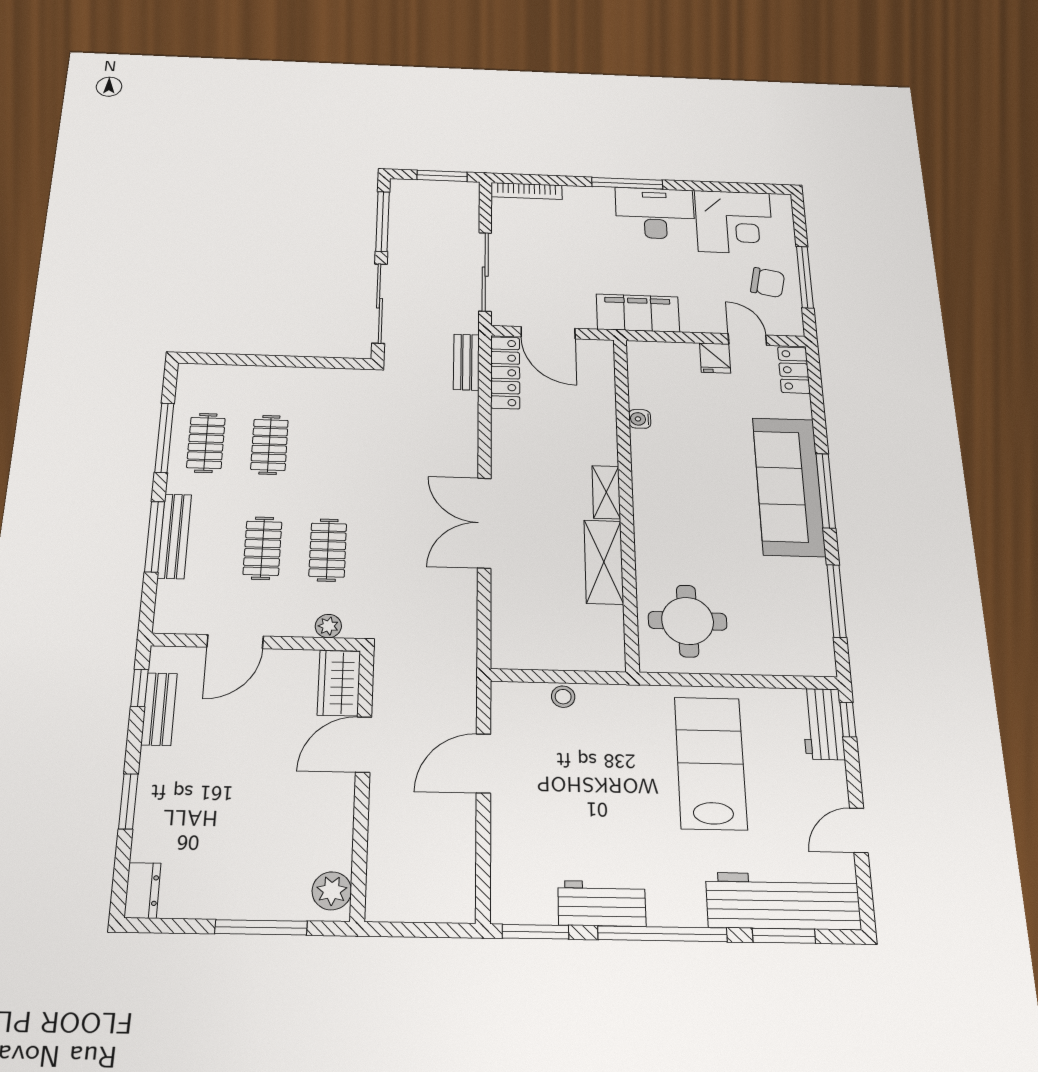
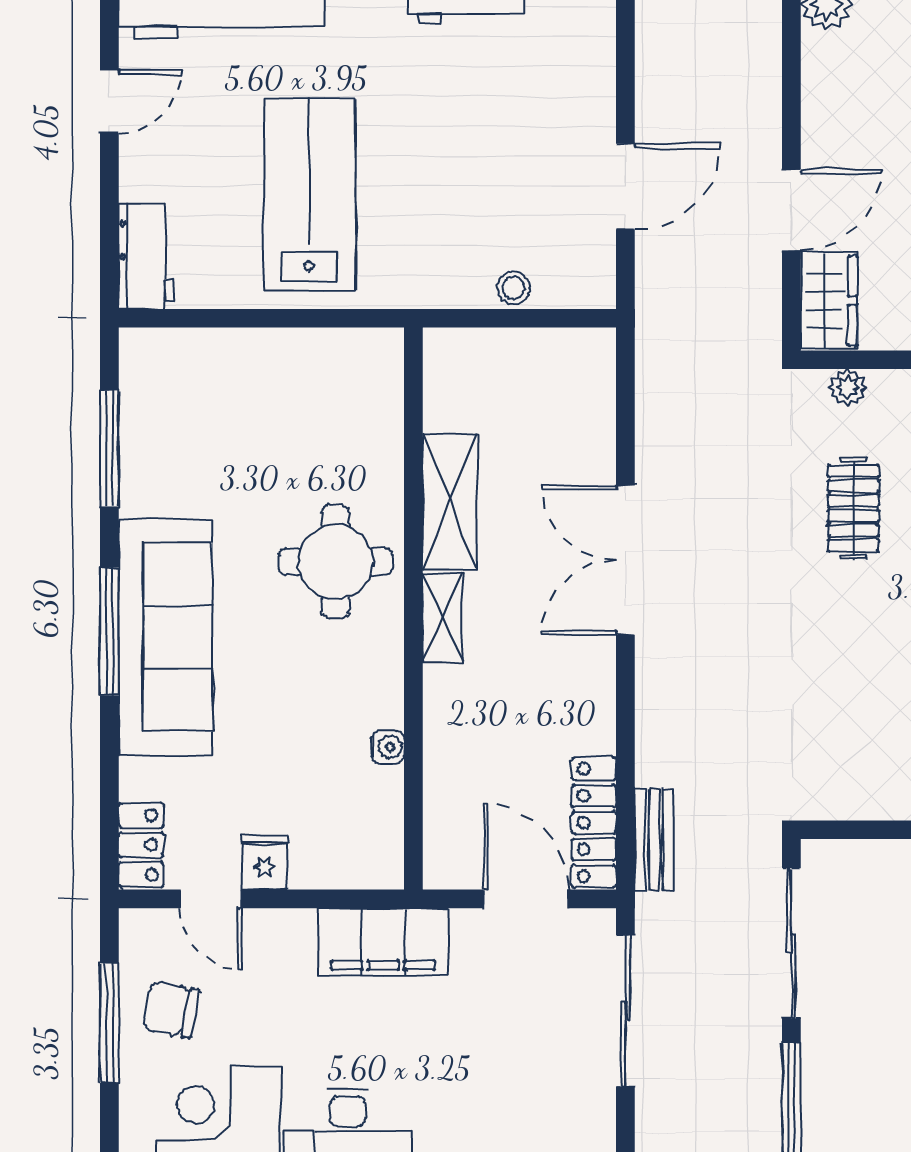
double door: (484, 523) -> (625, 560), swing flipped
round table: (688, 621) -> (335, 562), moved
window: (848, 720) -> (109, 263), removed
lab bench: (710, 763) -> (309, 195), turned 180

